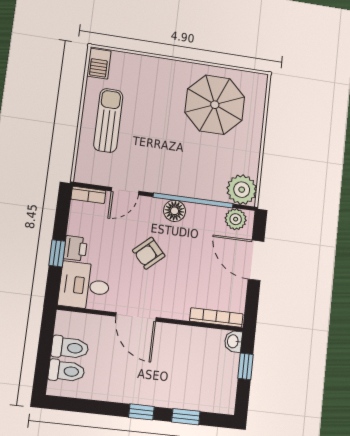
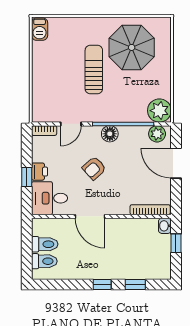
sun lounger: (108, 120) -> (94, 70), moved

